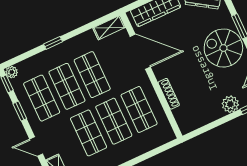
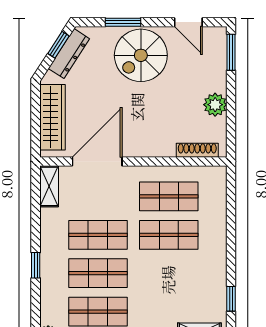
shoe rack: (169, 94) -> (197, 150), moved
plant: (230, 104) -> (215, 105), moved
shop shelf: (89, 133) -> (169, 273), removed

